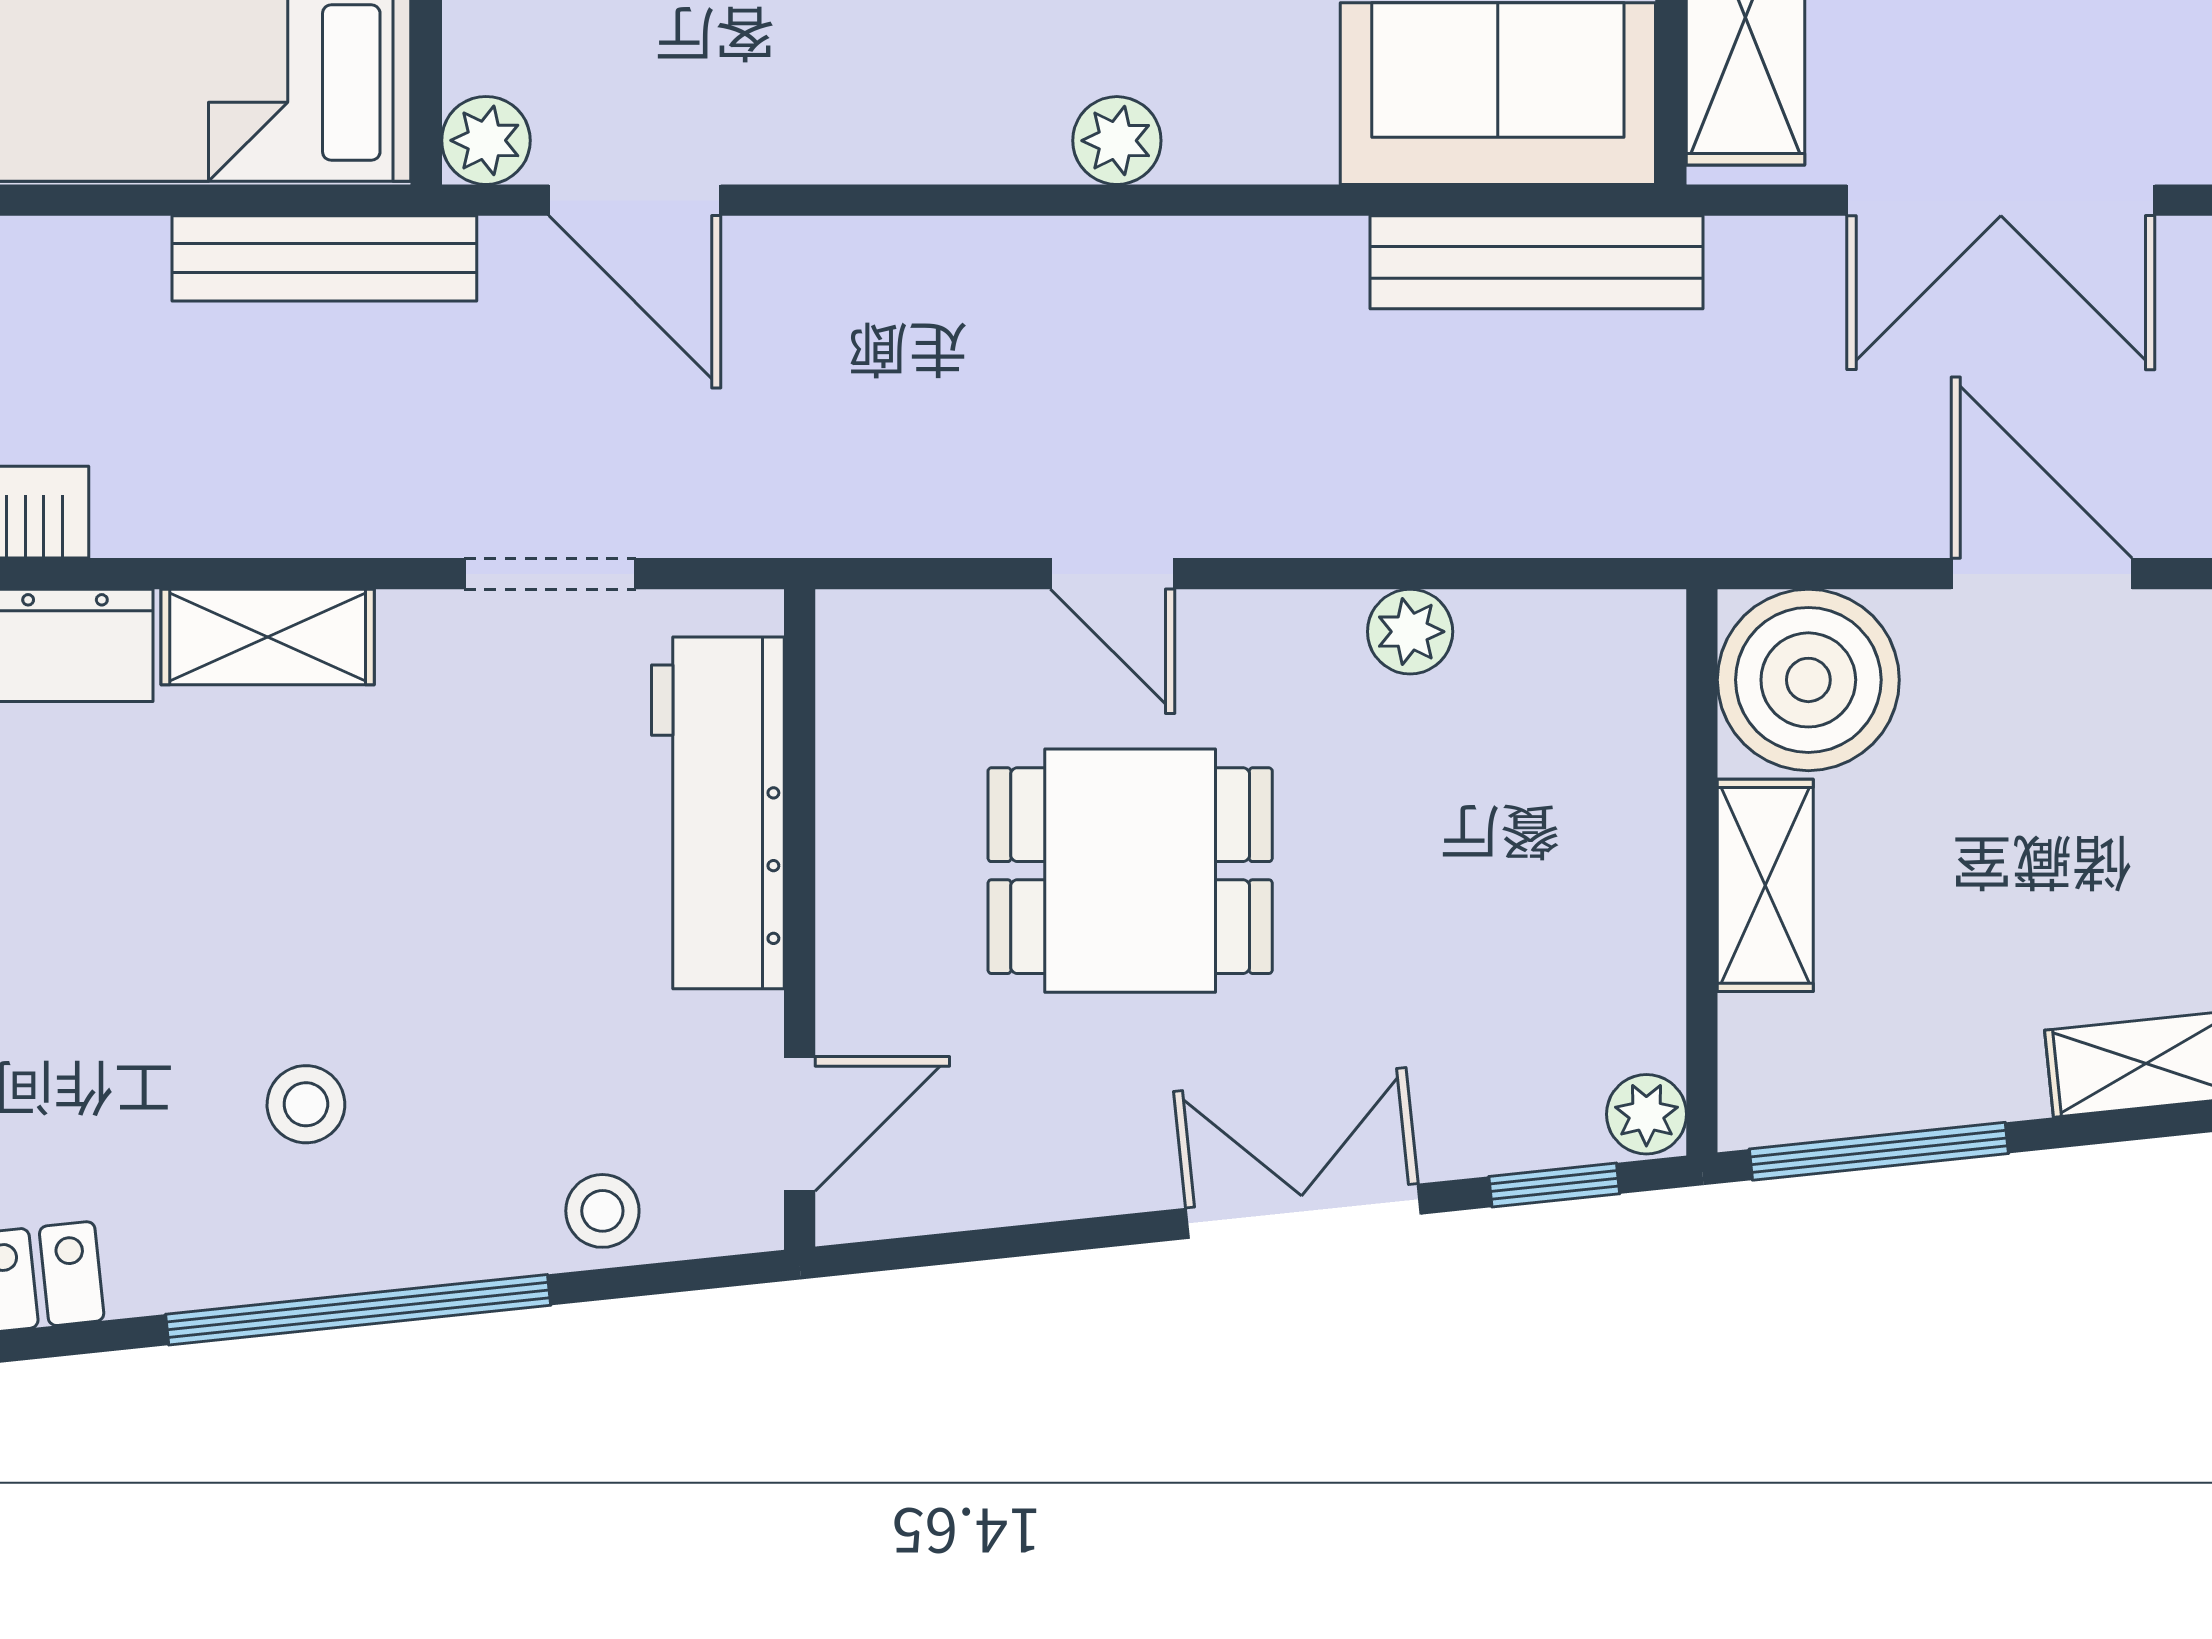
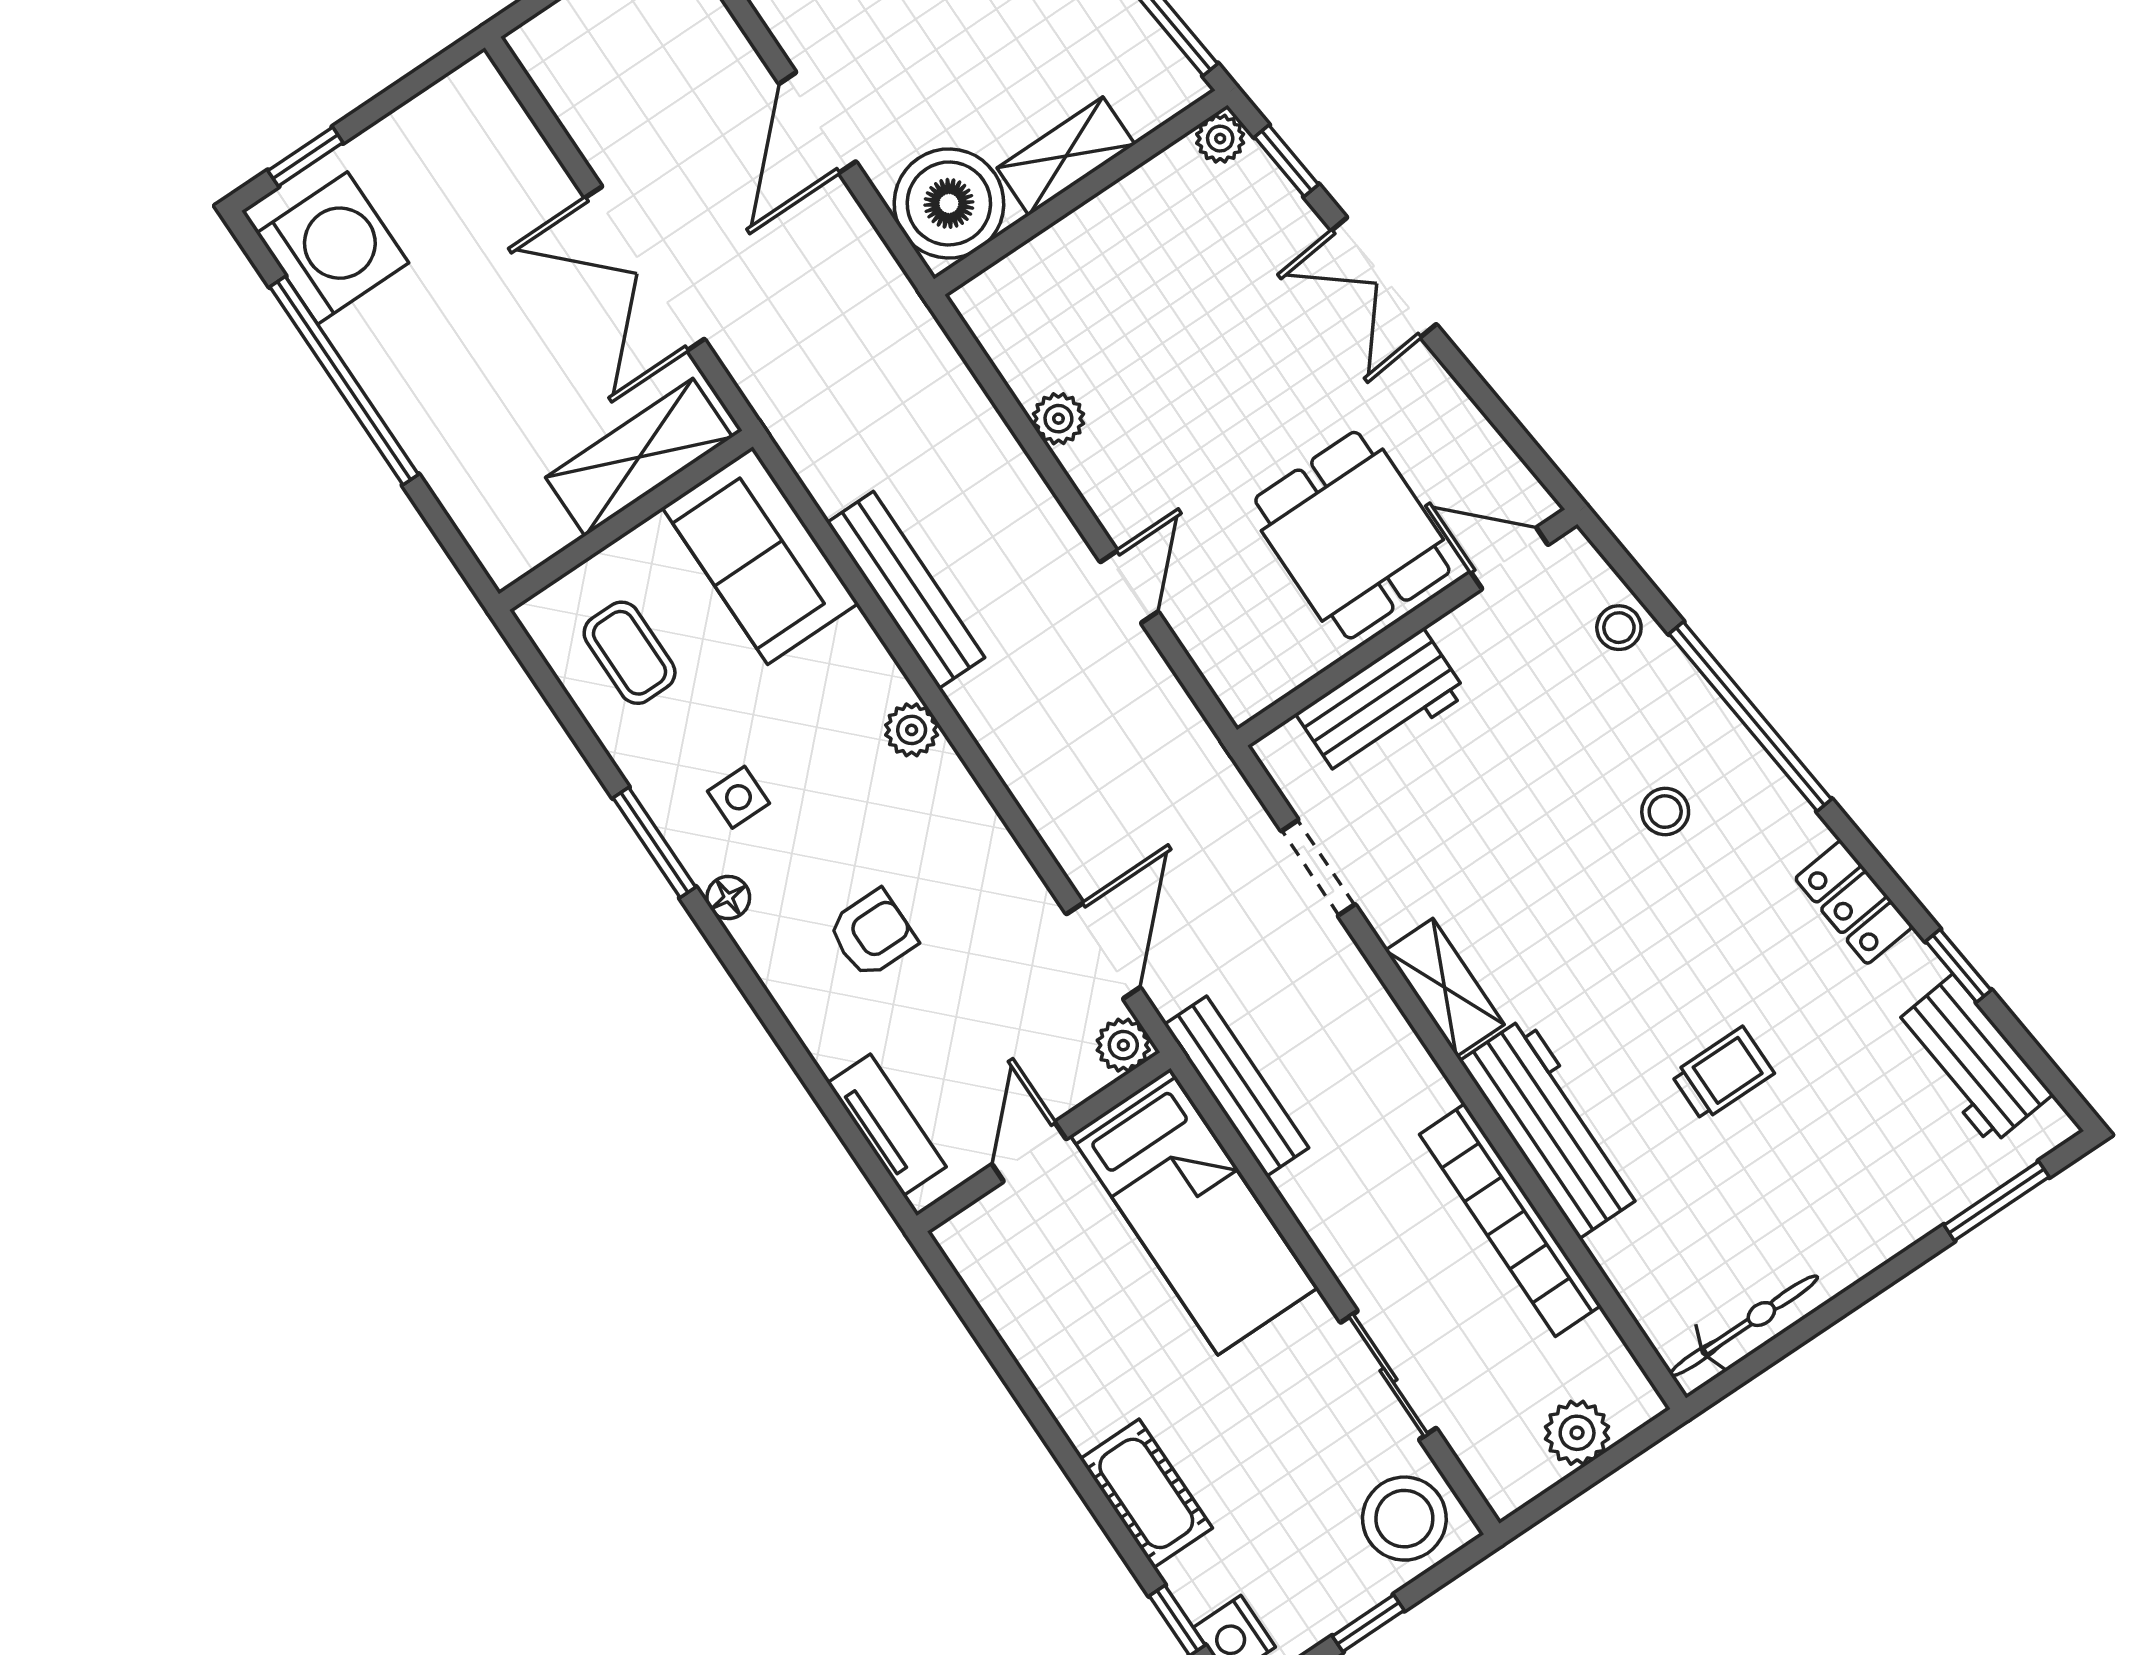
double door: (2001, 200) -> (645, 268), swing flipped
bench: (1537, 262) -> (906, 590), moved
workbench: (718, 813) -> (1381, 704), width x0.73
dining table: (1130, 871) -> (1352, 535), moved

